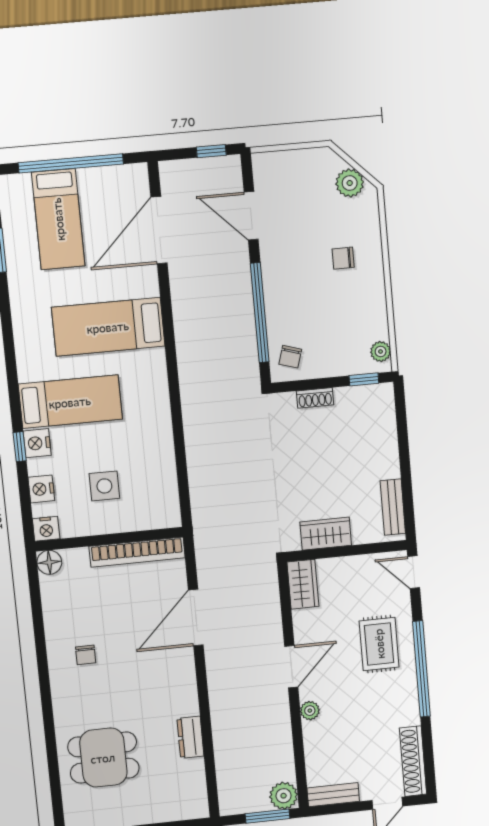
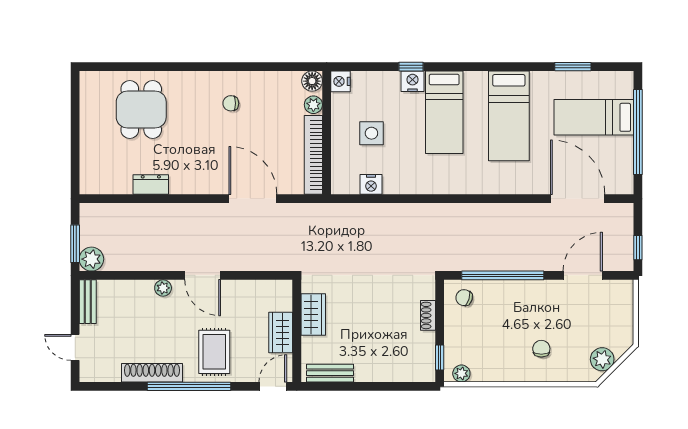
bed: (108, 327) -> (509, 116), moved, turned 180
nightstand: (41, 489) -> (371, 184), moved, turned 180
plant: (77, 558) -> (313, 105), added
wardrobe: (303, 584) -> (281, 332), moved, turned 90
rug: (379, 644) -> (214, 352), turned 90
shoe rack: (413, 761) -> (152, 373), moved

